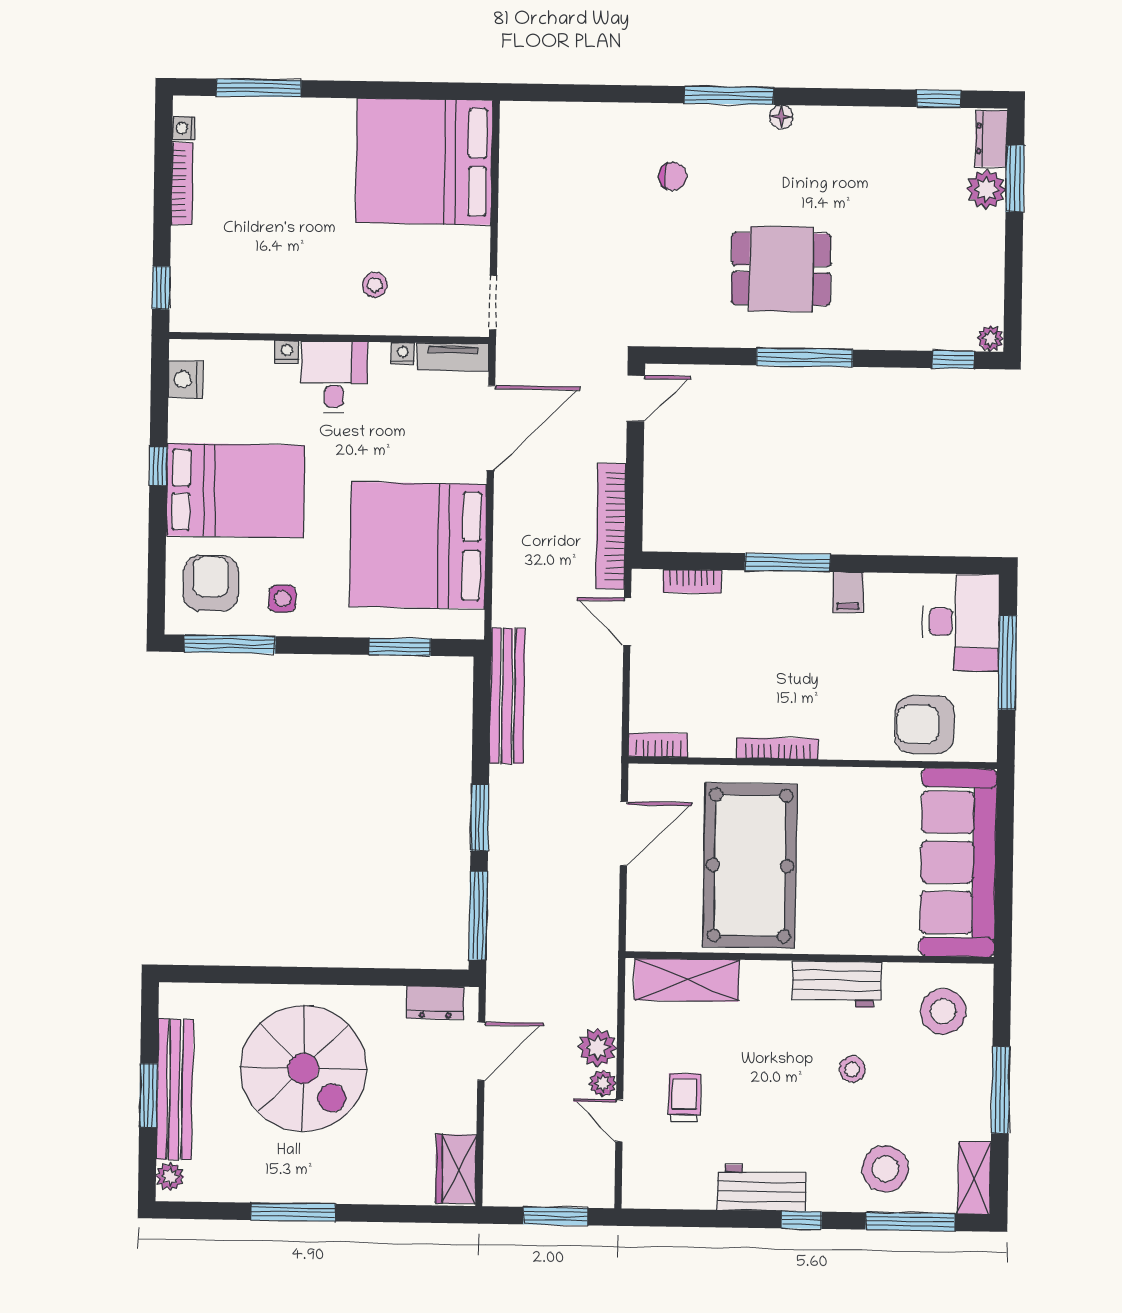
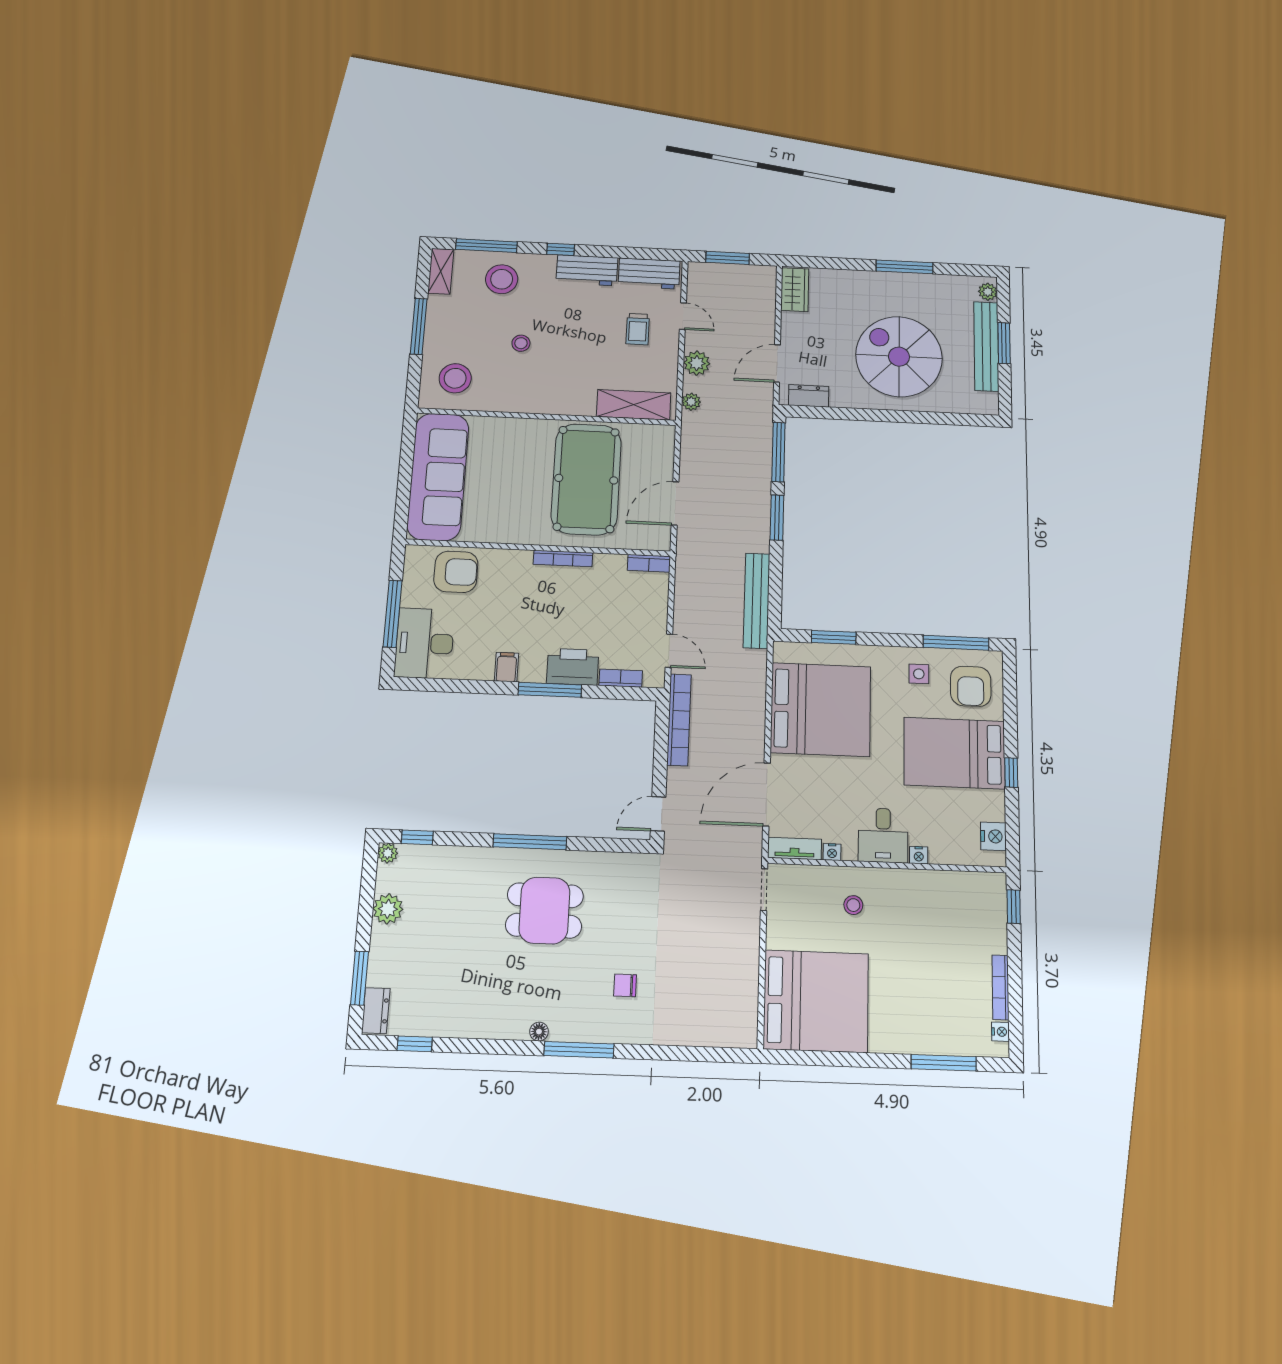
plant: (986, 189) -> (388, 909), moved
printer: (758, 595) -> (573, 667), added
workbench: (836, 984) -> (649, 274), moved, turned 180
plant: (603, 1083) -> (691, 402), moved

